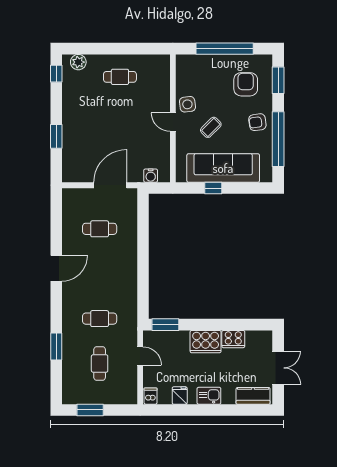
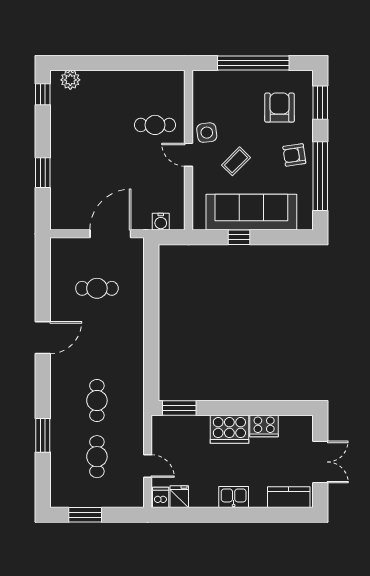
cafe table: (120, 77) -> (155, 125), moved
cafe table: (100, 319) -> (97, 400), turned 90
door: (140, 356) -> (148, 466), moved
fridge: (180, 395) -> (179, 497), moved

